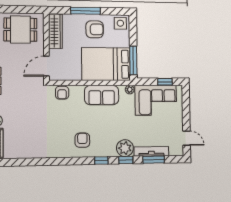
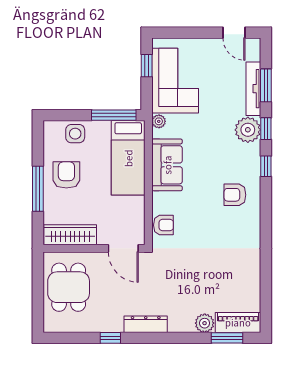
side table: (120, 23) -> (75, 134), moved
bed: (106, 64) -> (128, 158), width x0.67
door: (187, 138) -> (234, 33), swing flipped

